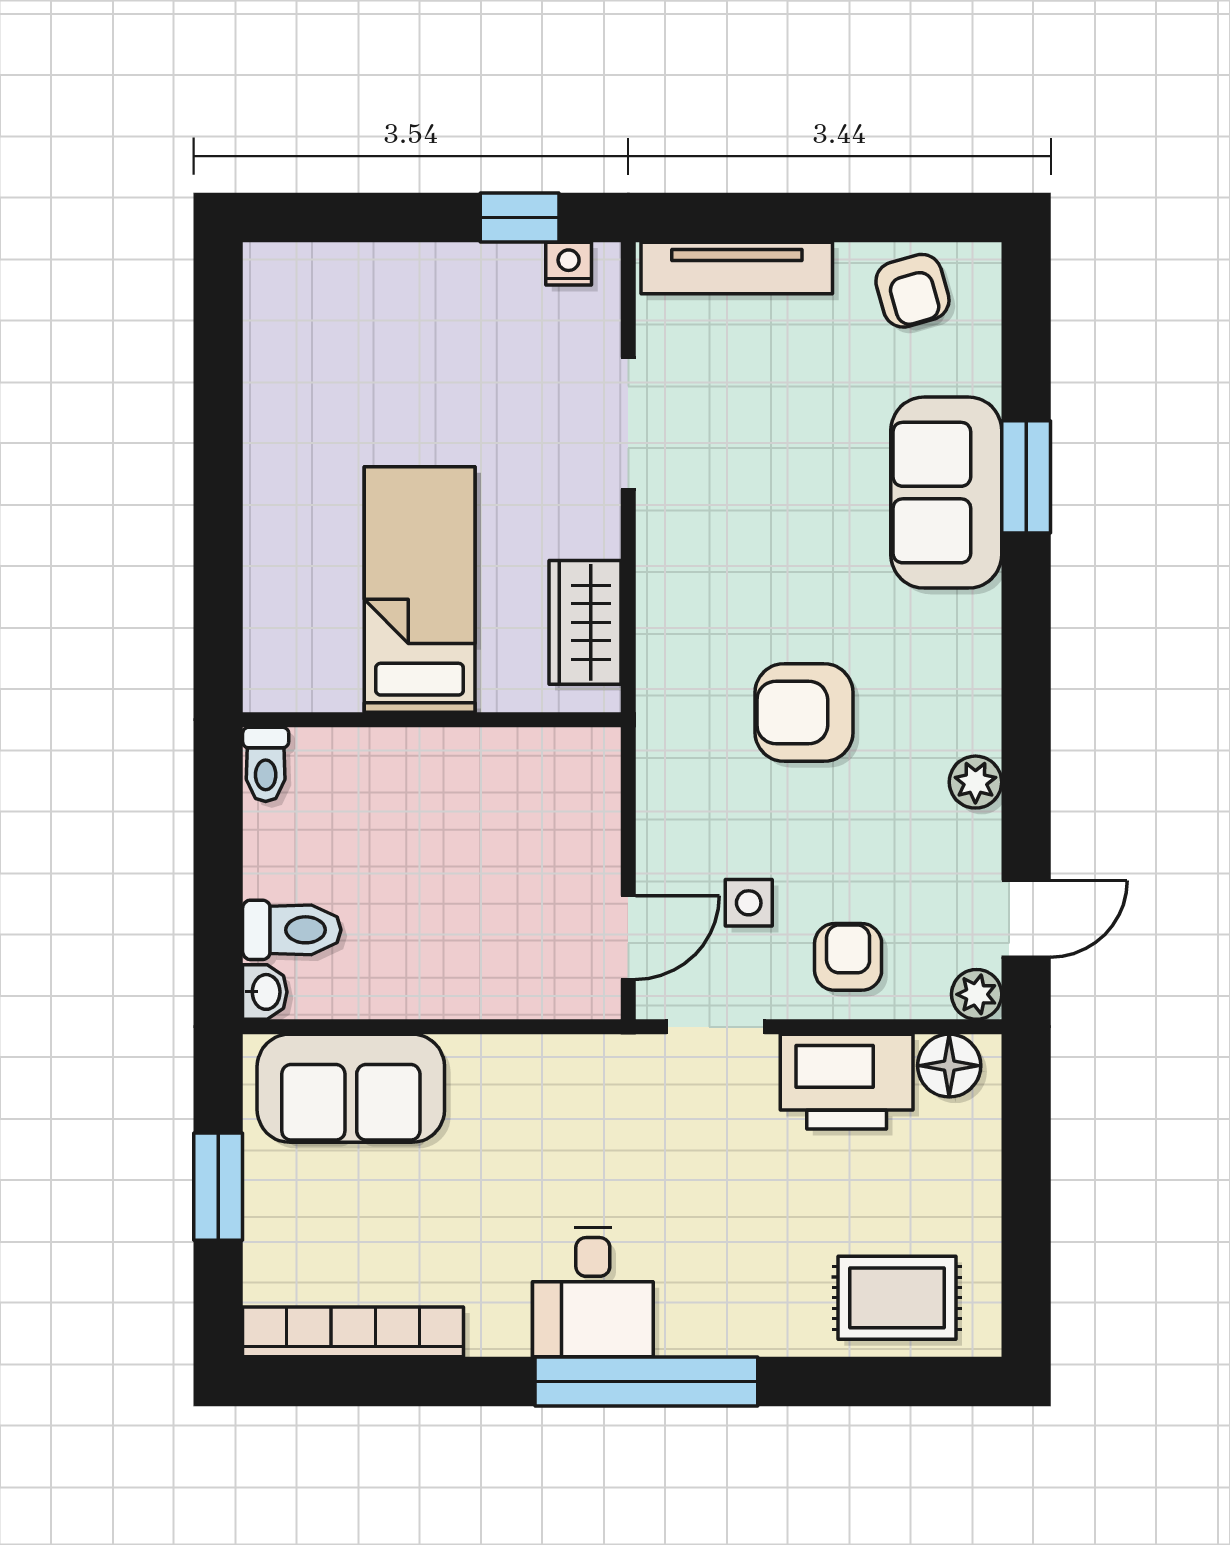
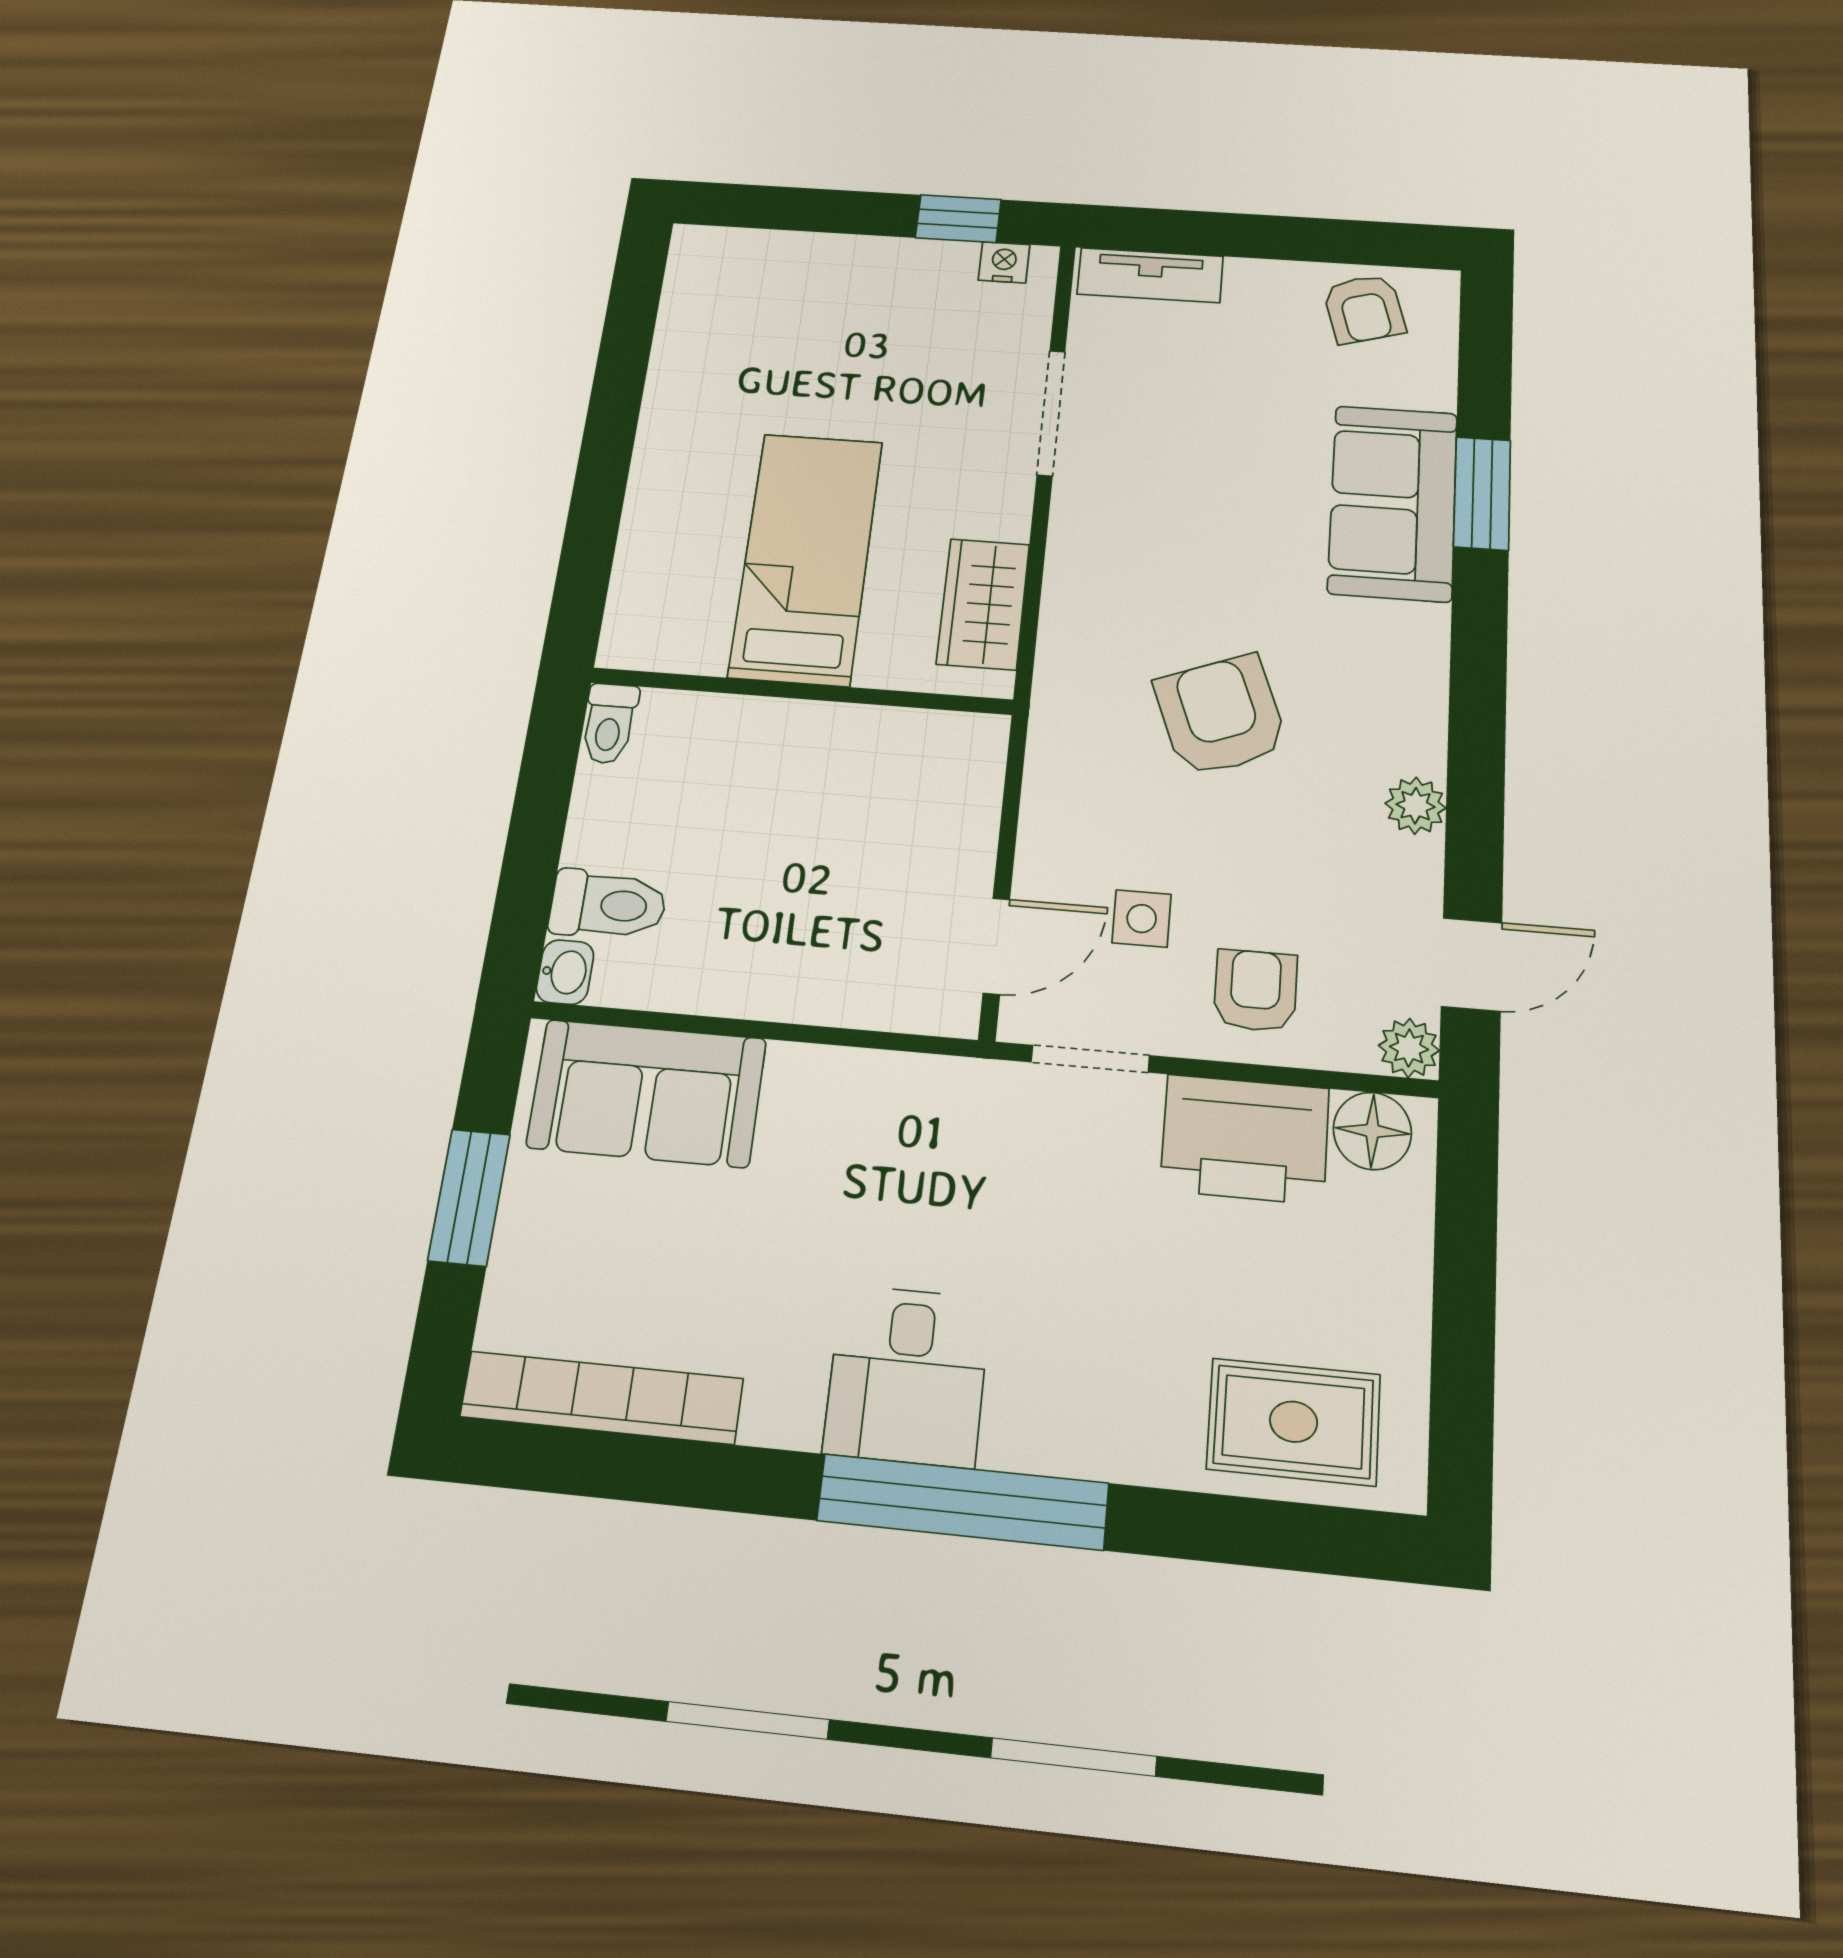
tv unit: (737, 268) -> (1150, 275), width x0.71
armchair: (804, 712) -> (1221, 715), turned 69

